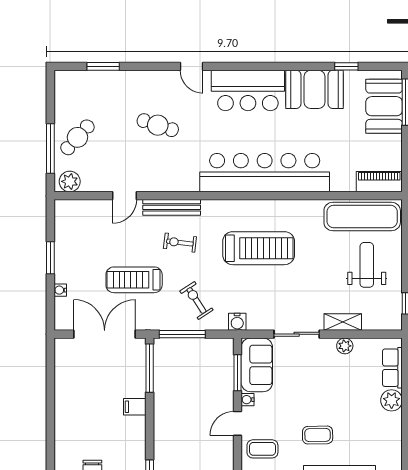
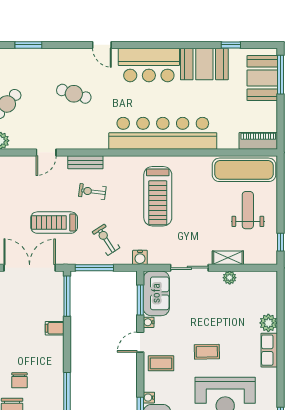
bench: (172, 207) -> (85, 162), width x0.73
treadmill: (259, 248) -> (158, 196), turned 90
row of seats: (392, 368) -> (269, 350), moved

